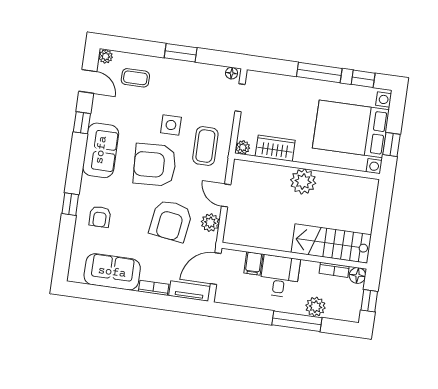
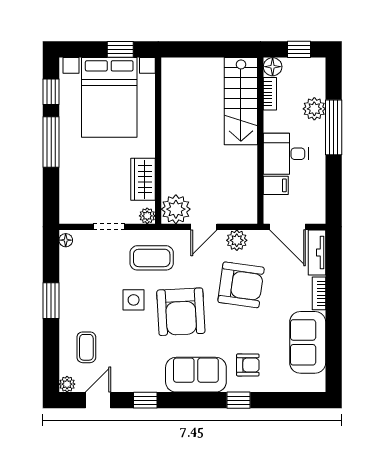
doorway: (240, 98) -> (109, 227), moved
sofa: (101, 150) -> (196, 375), moved
plant: (303, 182) -> (176, 209), moved

